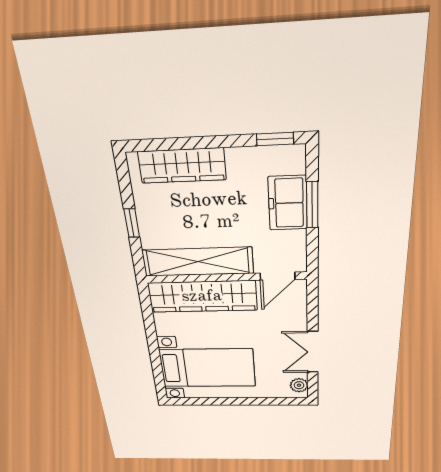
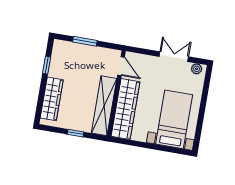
window: (275, 139) -> (47, 65), moved
freezer: (288, 203) -> (81, 53), removed
double door: (313, 352) -> (174, 57), swing flipped

